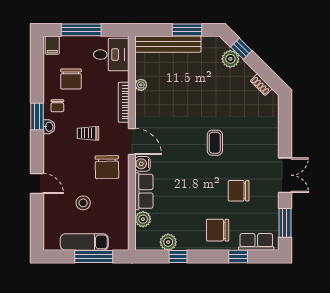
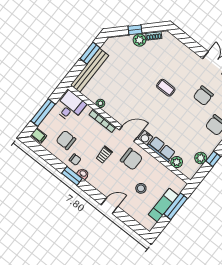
window: (241, 49) -> (135, 30), moved
plant: (230, 59) -> (139, 40), moved
chair: (71, 79) -> (66, 140), turned 180

